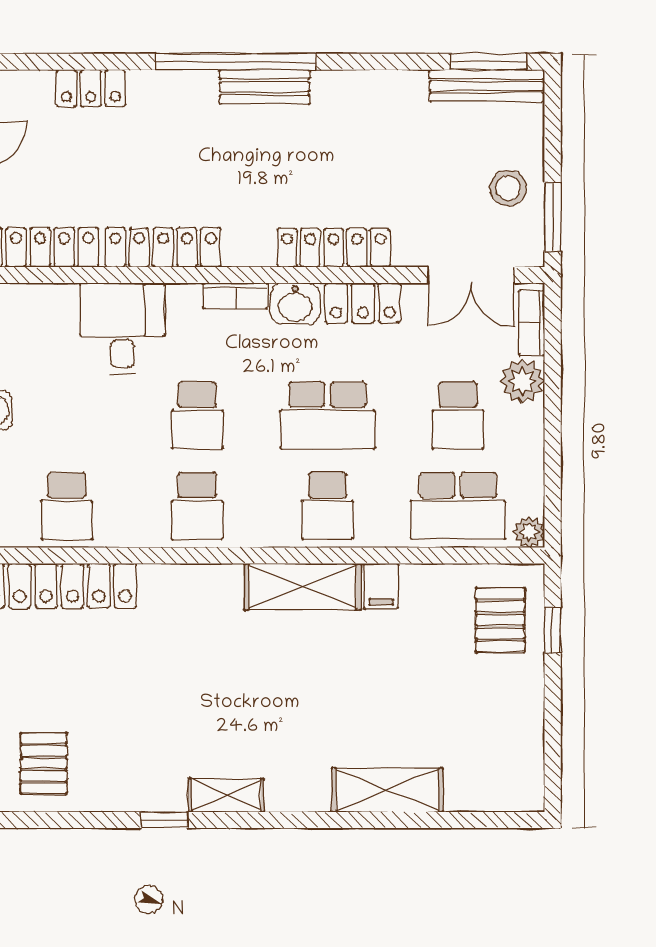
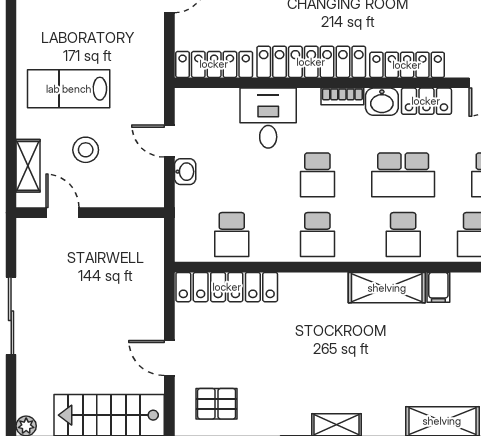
locker: (163, 247) -> (311, 62), width x1.41, depth x1.21
pallet: (44, 763) -> (217, 404), turned 90

